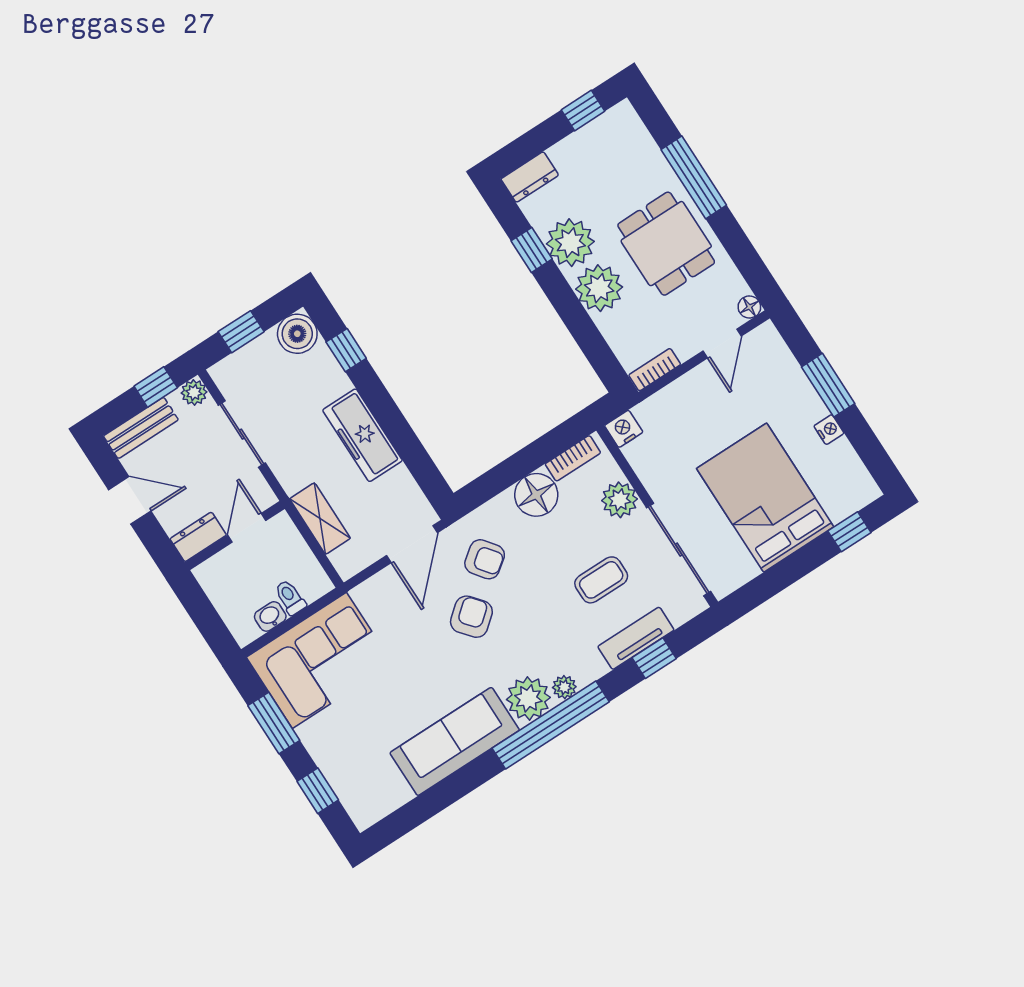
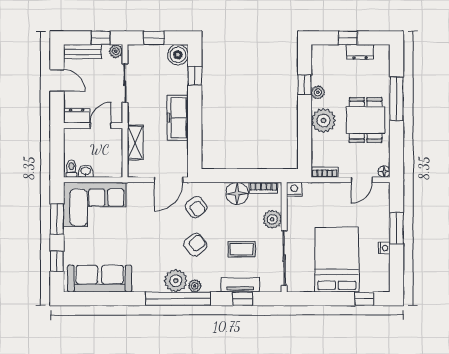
window: (583, 111) -> (348, 38), moved
dresser: (530, 177) -> (360, 52), moved
plant: (570, 243) -> (318, 92), width x0.53, depth x0.53
toilet: (290, 597) -> (71, 169), moved
armchair: (471, 617) -> (195, 245), moved
sofa: (455, 741) -> (100, 279), moved

